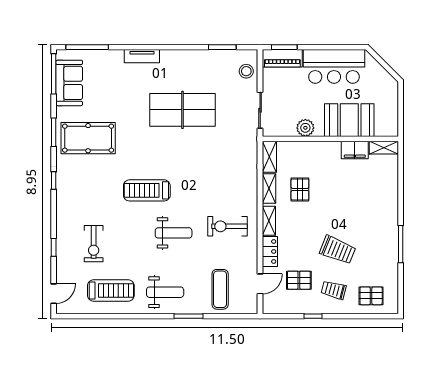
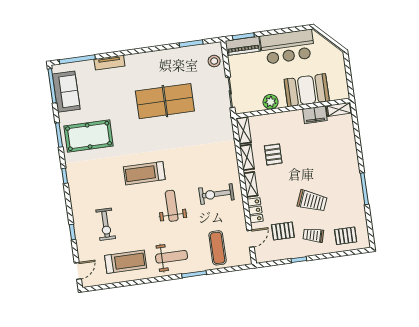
tv unit: (142, 56) -> (109, 63), moved
weight bench: (174, 233) -> (172, 206), turned -90

